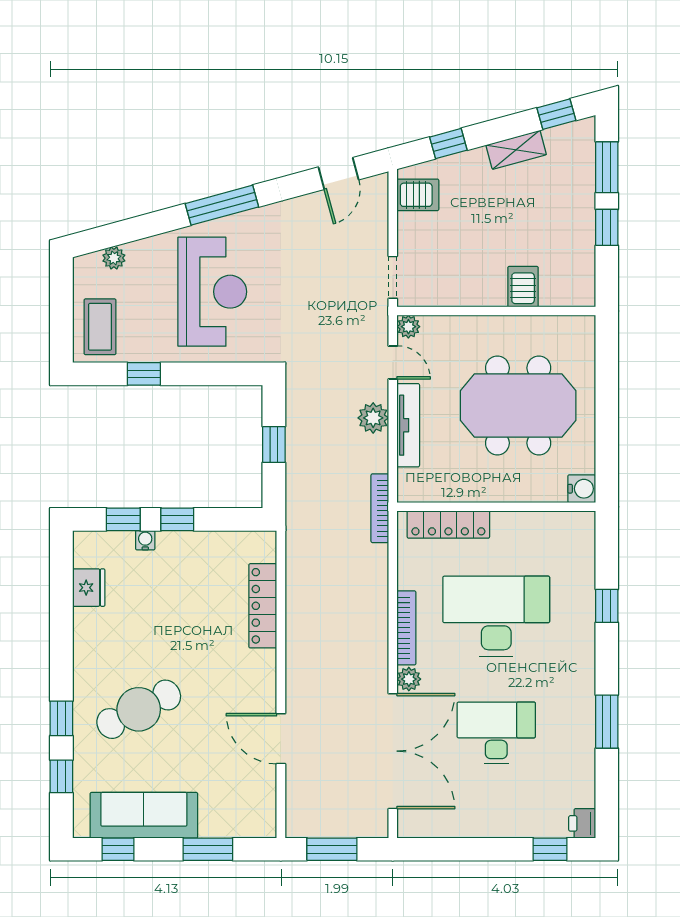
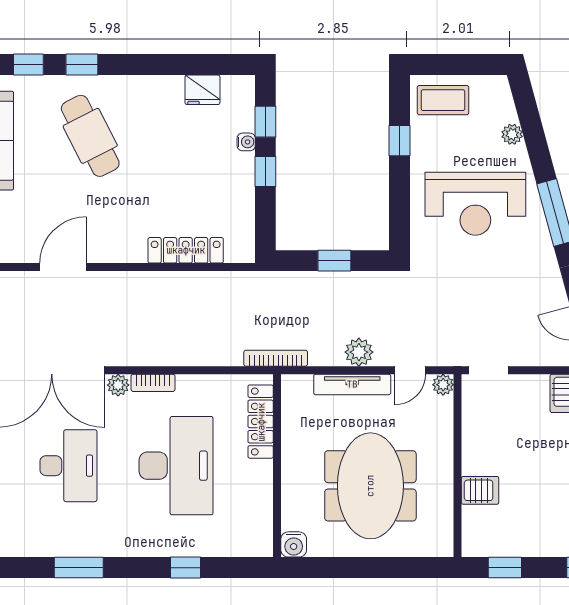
window: (607, 227) -> (505, 568), moved
plant: (114, 258) -> (512, 134), moved
bookcase: (406, 628) -> (153, 383), width x0.64

